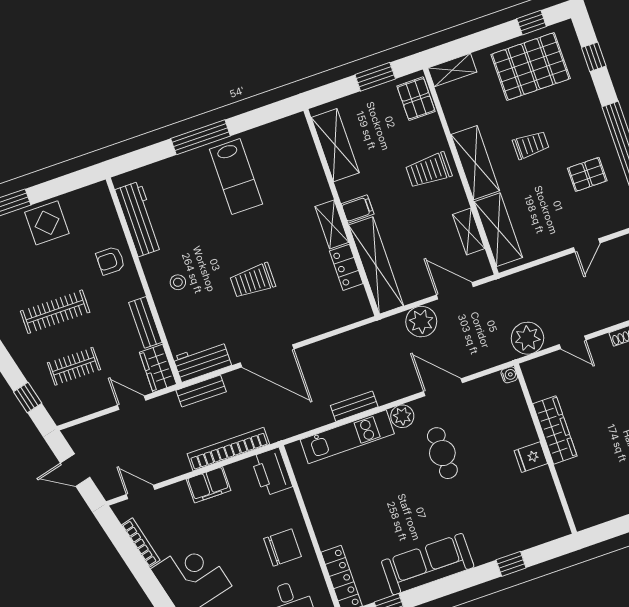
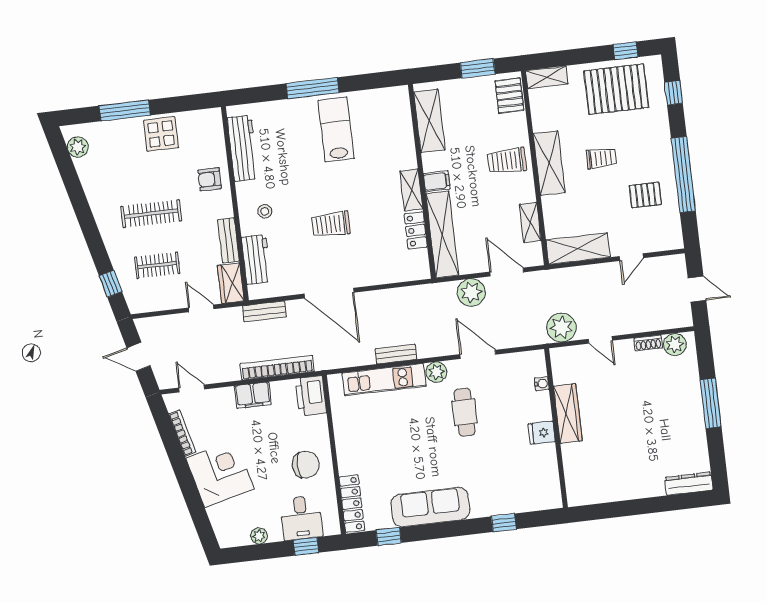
lab bench: (236, 177) -> (336, 129), turned 180
shelving: (498, 230) -> (578, 249), moved, turned 90
workbench: (202, 361) -> (256, 259), moved, turned 90
water cooler: (509, 375) -> (542, 384), moved

